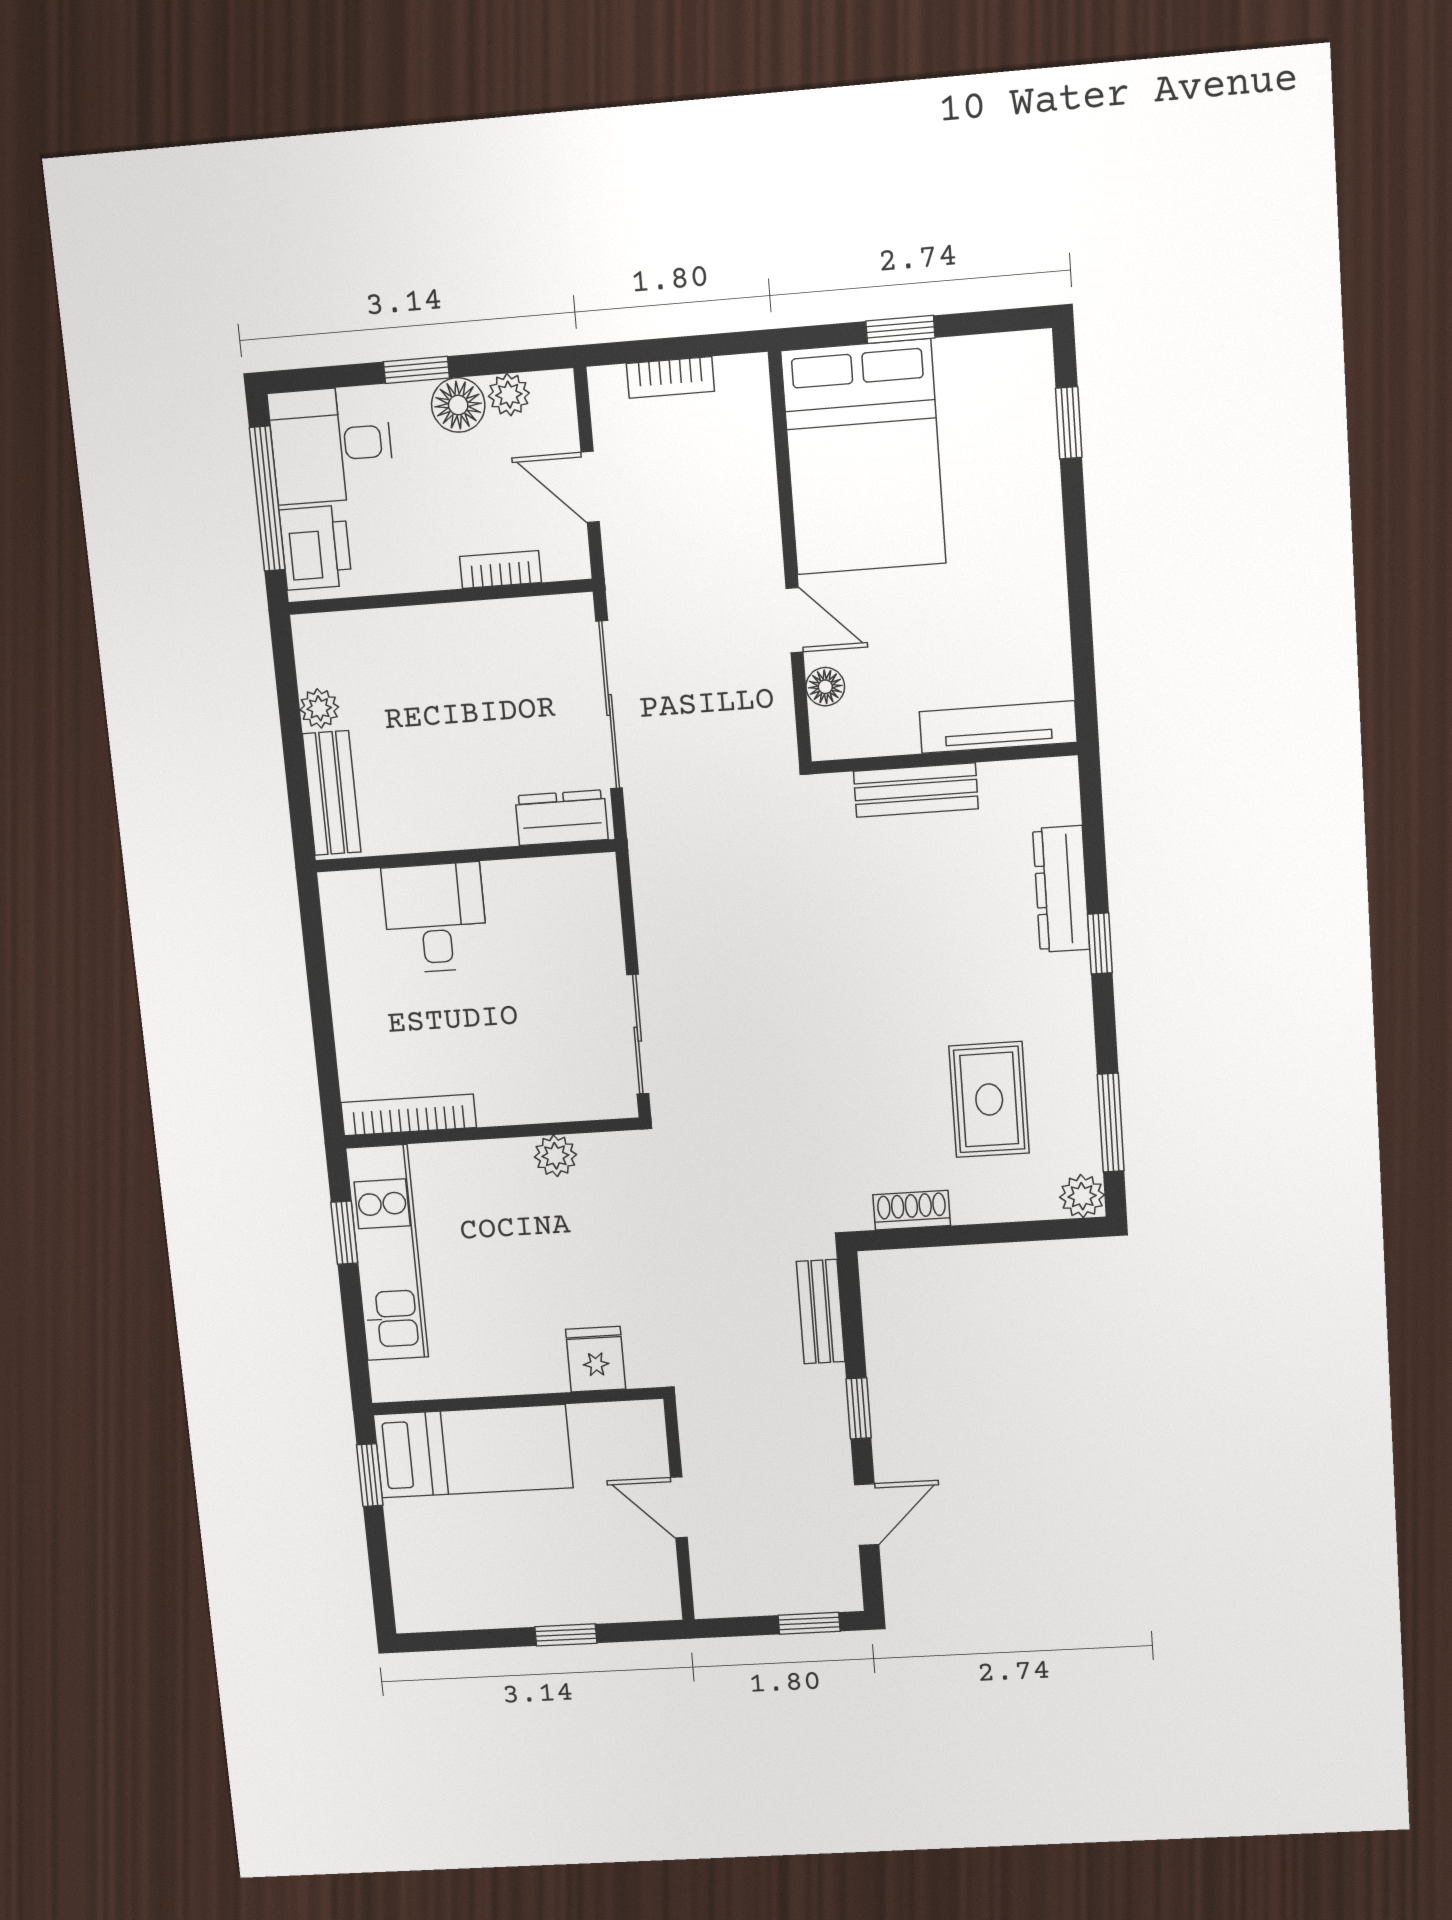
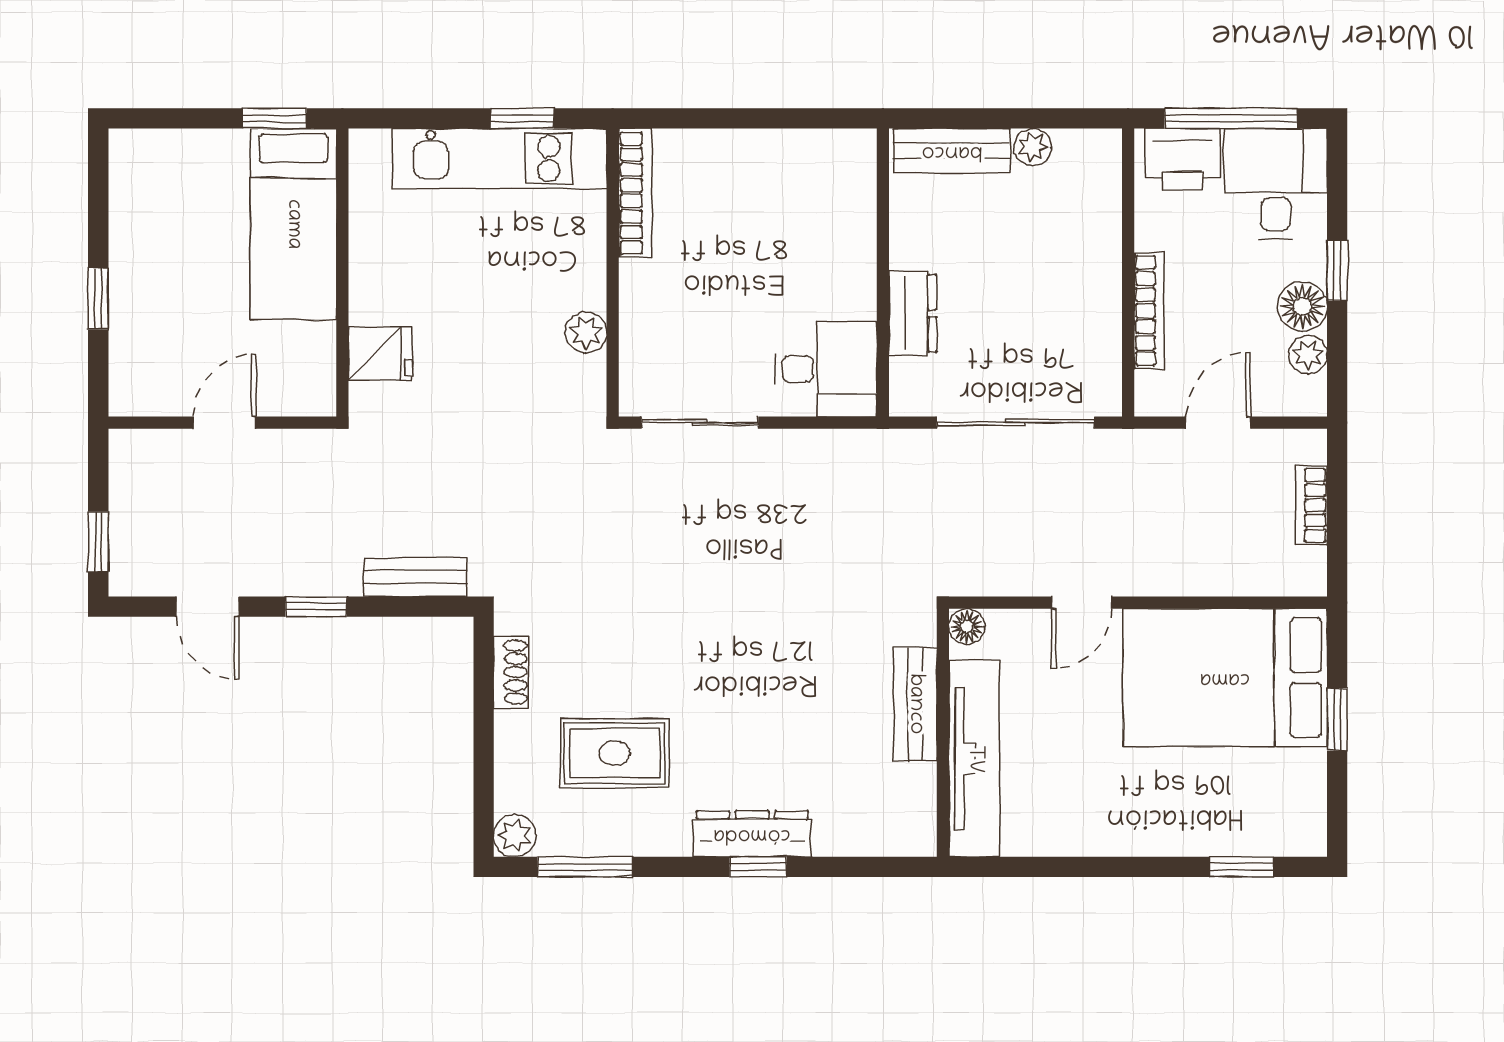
bookcase: (500, 570) -> (1149, 311), width x1.56
floor lamp: (825, 687) -> (967, 627), moved
tv unit: (998, 727) -> (974, 759), width x1.36, depth x1.29
dresser: (562, 818) -> (913, 313), moved
dresser: (1061, 889) -> (752, 834), moved
desk: (435, 918) -> (826, 369), moved

